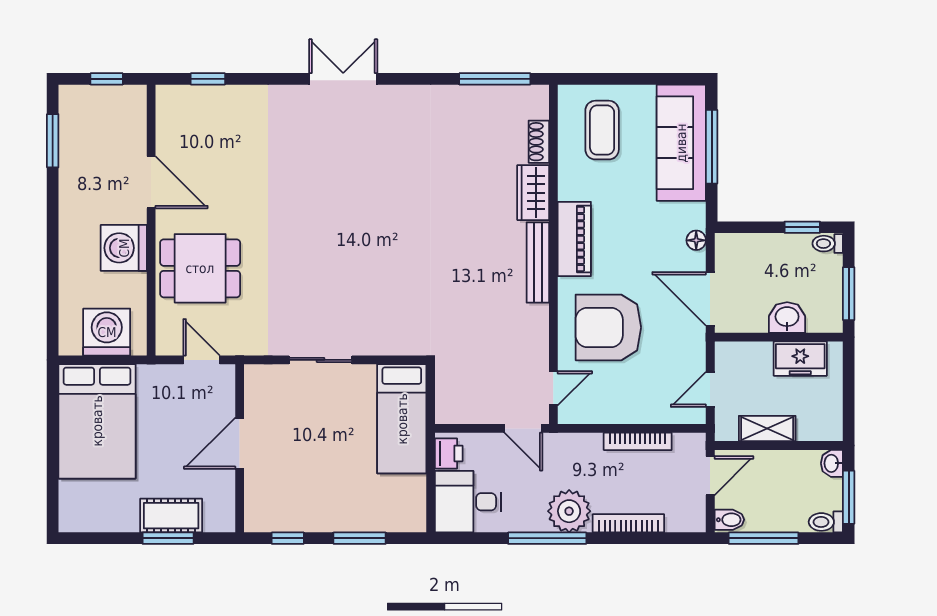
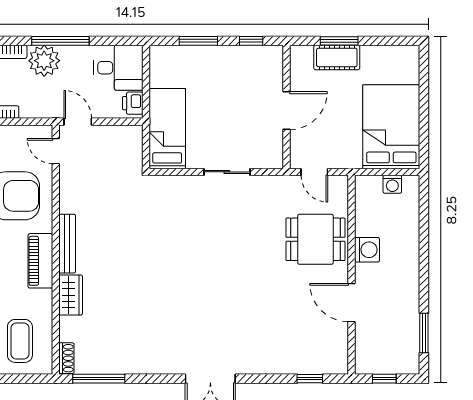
shoe rack: (539, 142) -> (66, 358), moved
washing machine: (124, 248) -> (367, 250), width x0.73, depth x0.73
washing machine: (107, 332) -> (392, 184), width x0.53, depth x0.53
door: (553, 388) -> (56, 151), hinge flipped

